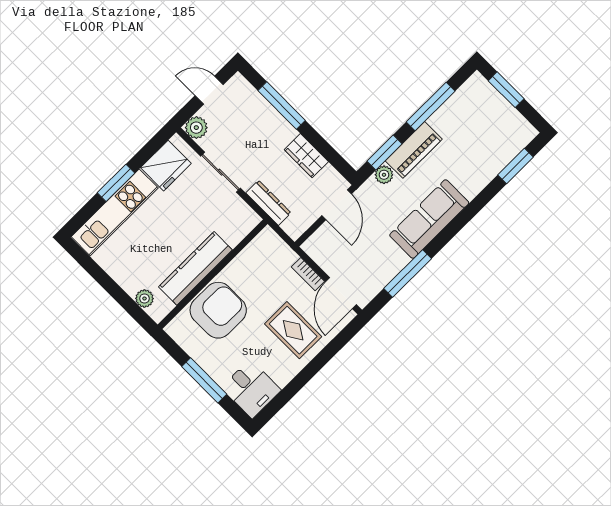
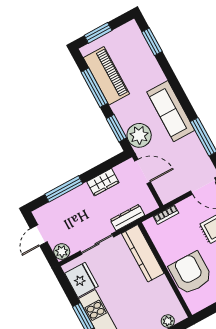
piano: (414, 150) -> (106, 76), moved, width x1.37, depth x1.33
plant: (384, 175) -> (139, 135), width x1.87, depth x1.87
kitchen counter: (195, 268) -> (143, 253), moved
bookcase: (308, 274) -> (166, 215), moved

